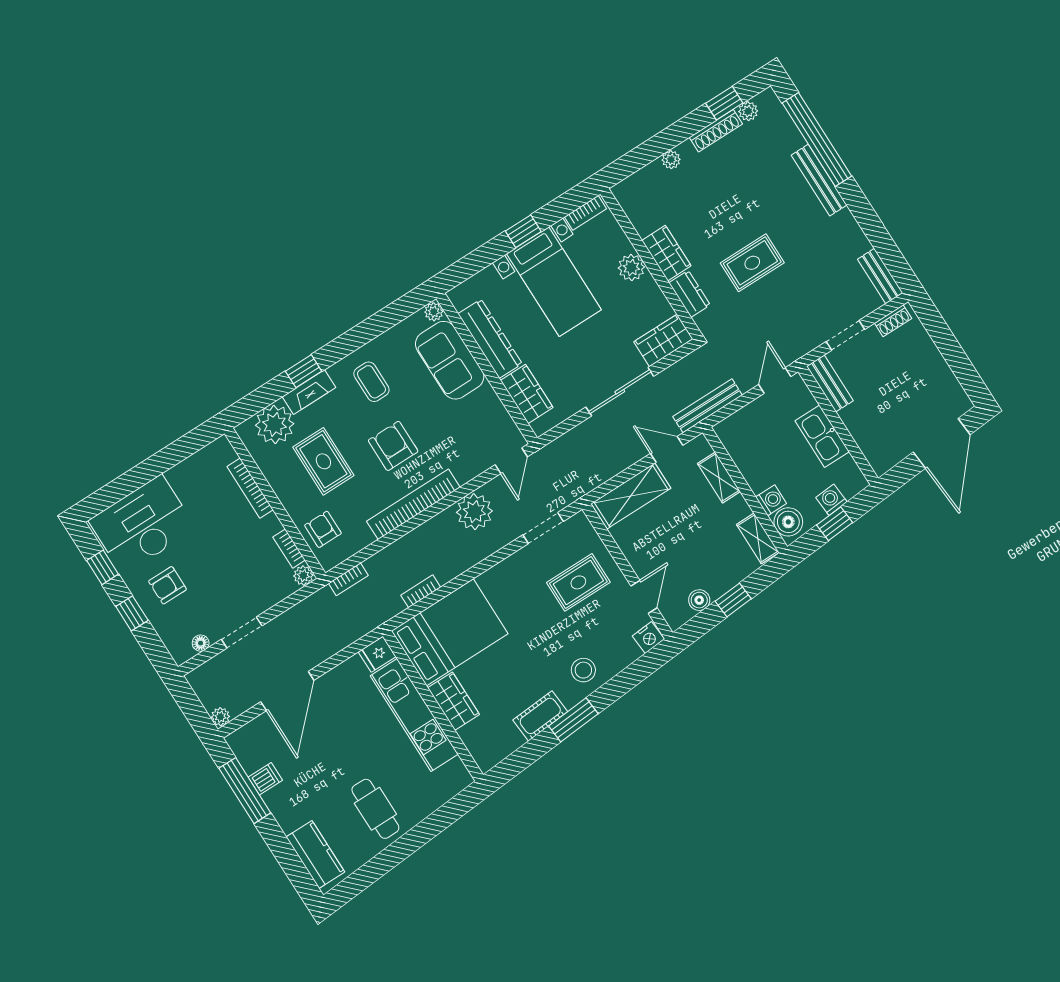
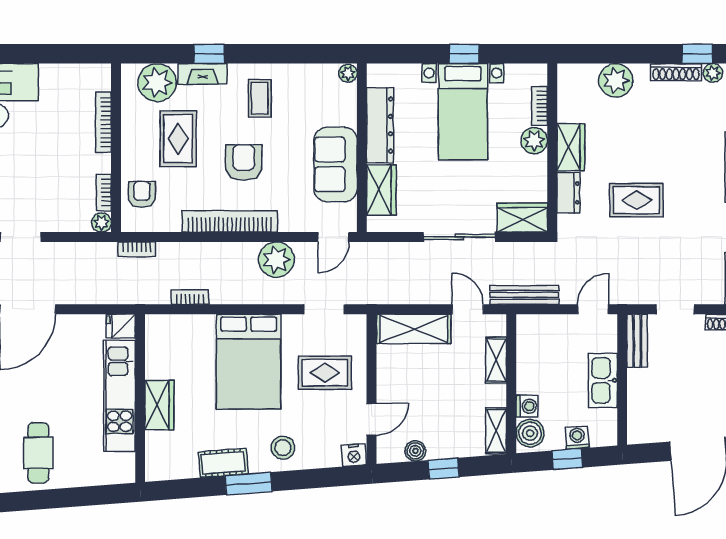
plant: (671, 160) -> (616, 80), width x1.88, depth x1.88
bookcase: (585, 213) -> (540, 106), moved, turned 90
sofa: (450, 360) -> (335, 164), moved
bed: (450, 632) -> (249, 362), moved, turned 90

